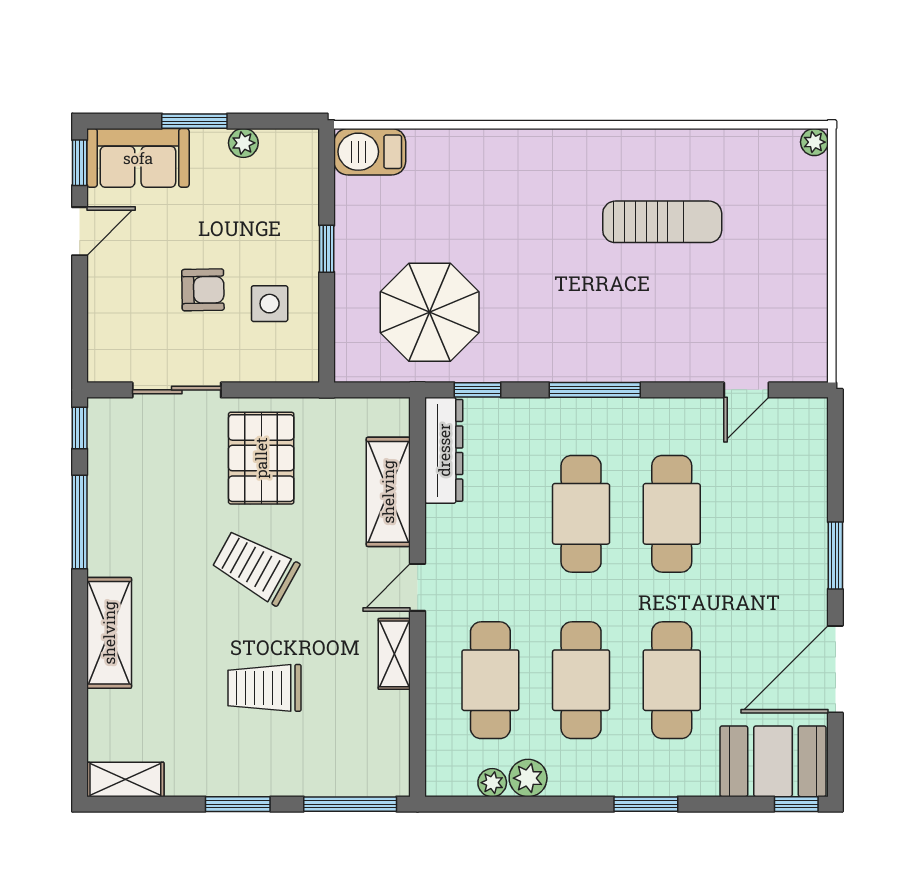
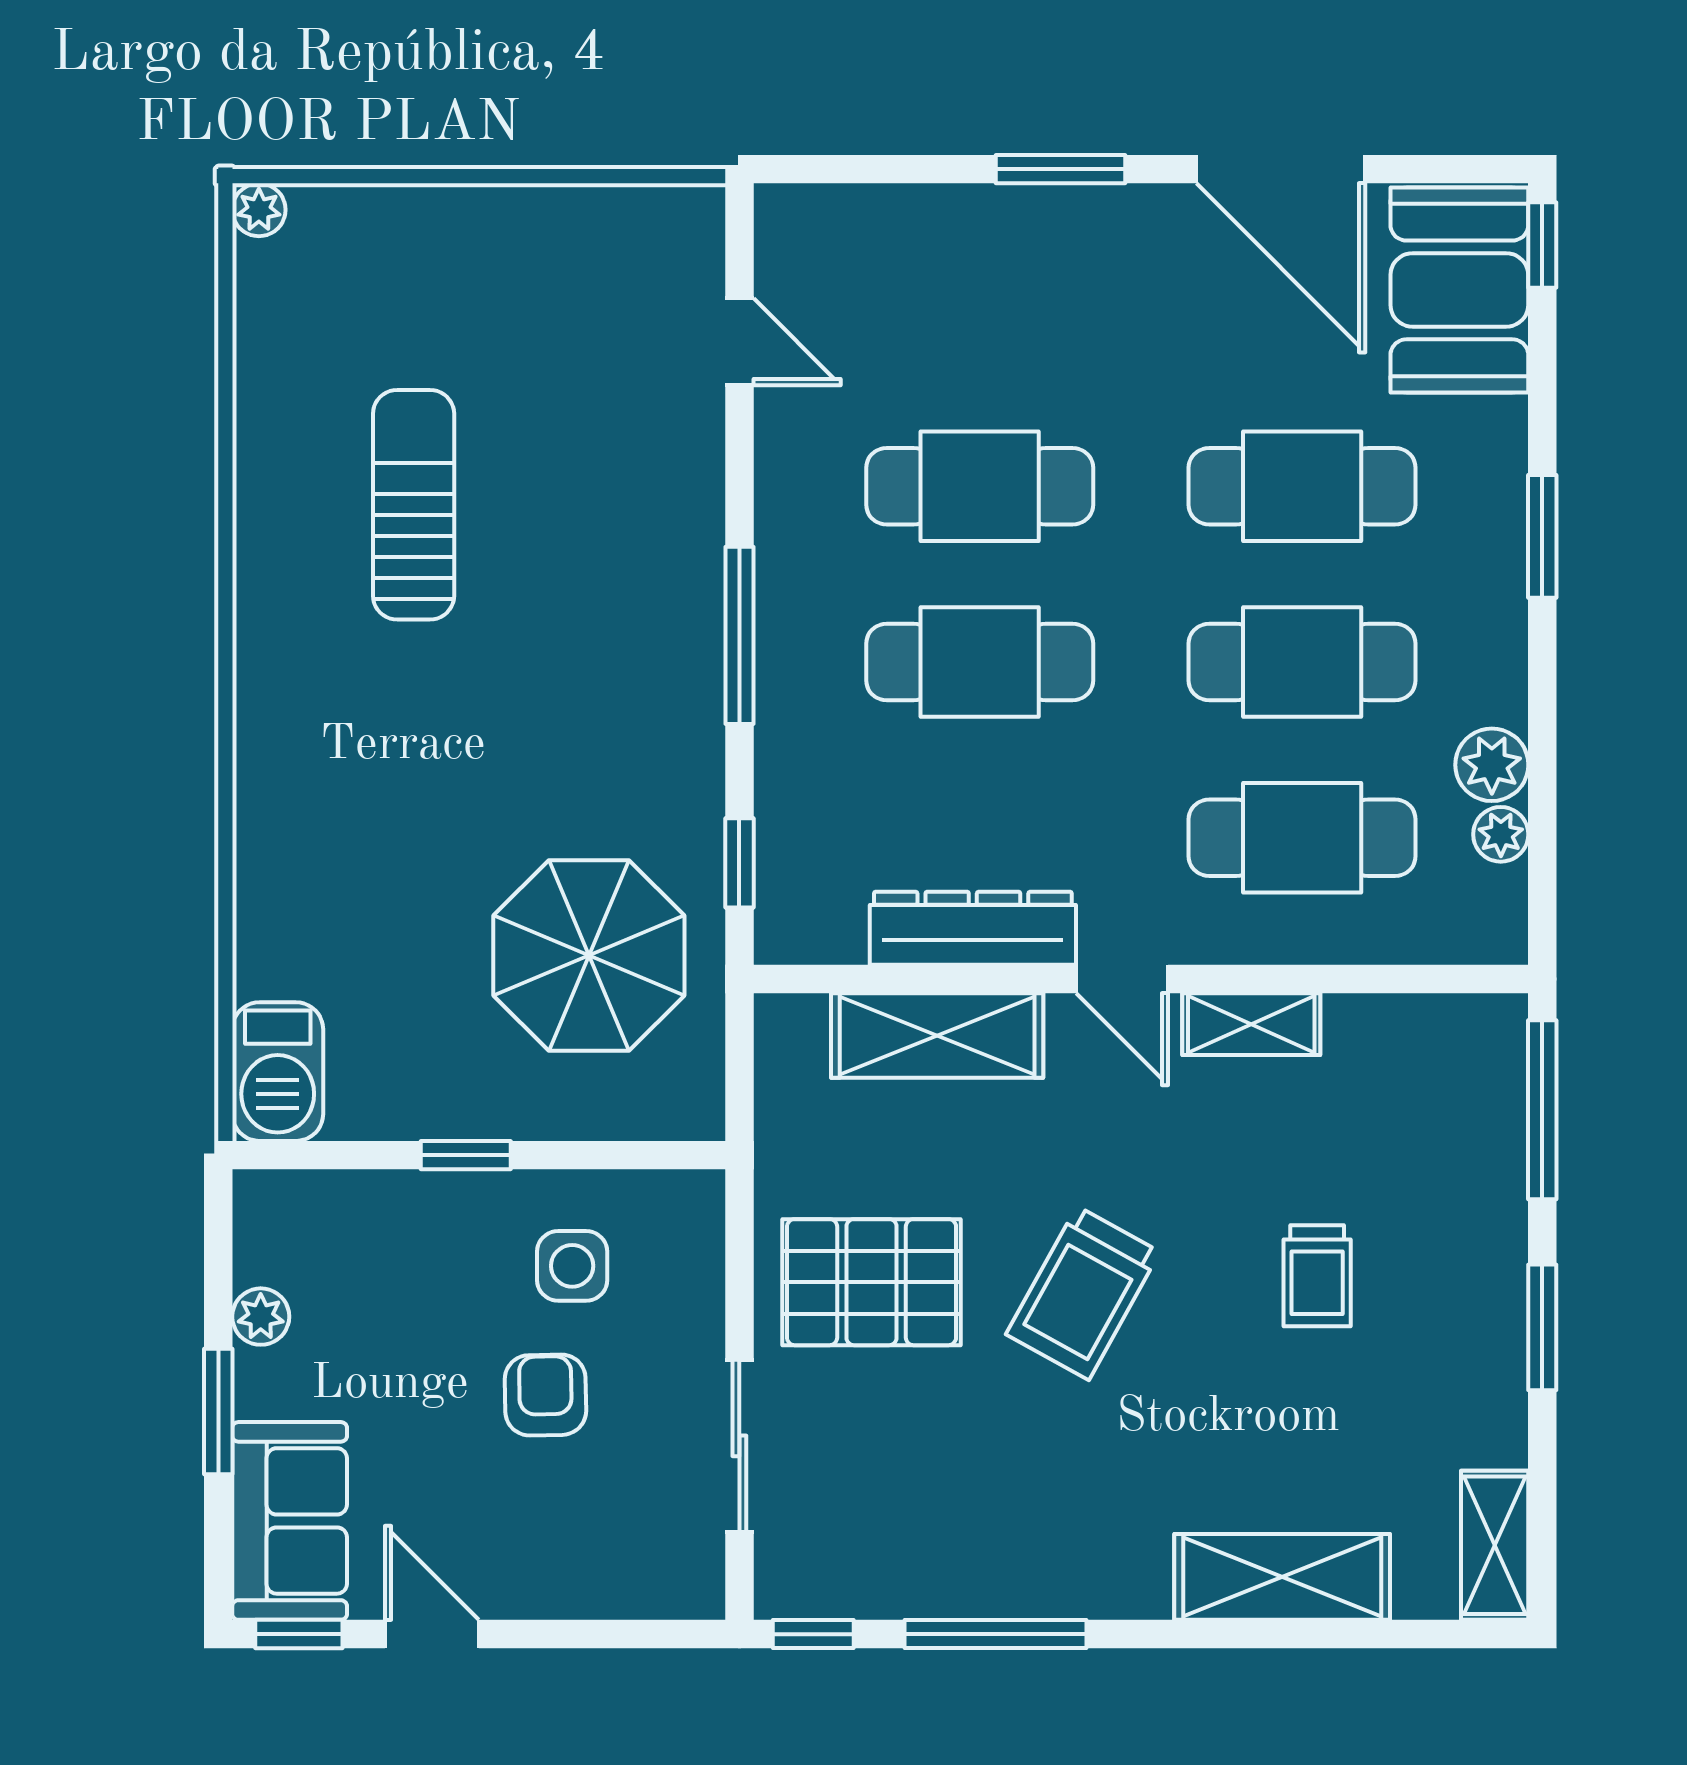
dresser: (444, 450) -> (973, 928), moved
shelving: (109, 633) -> (1282, 1577), moved
trolley: (264, 688) -> (1317, 1276), width x0.73, depth x0.72

